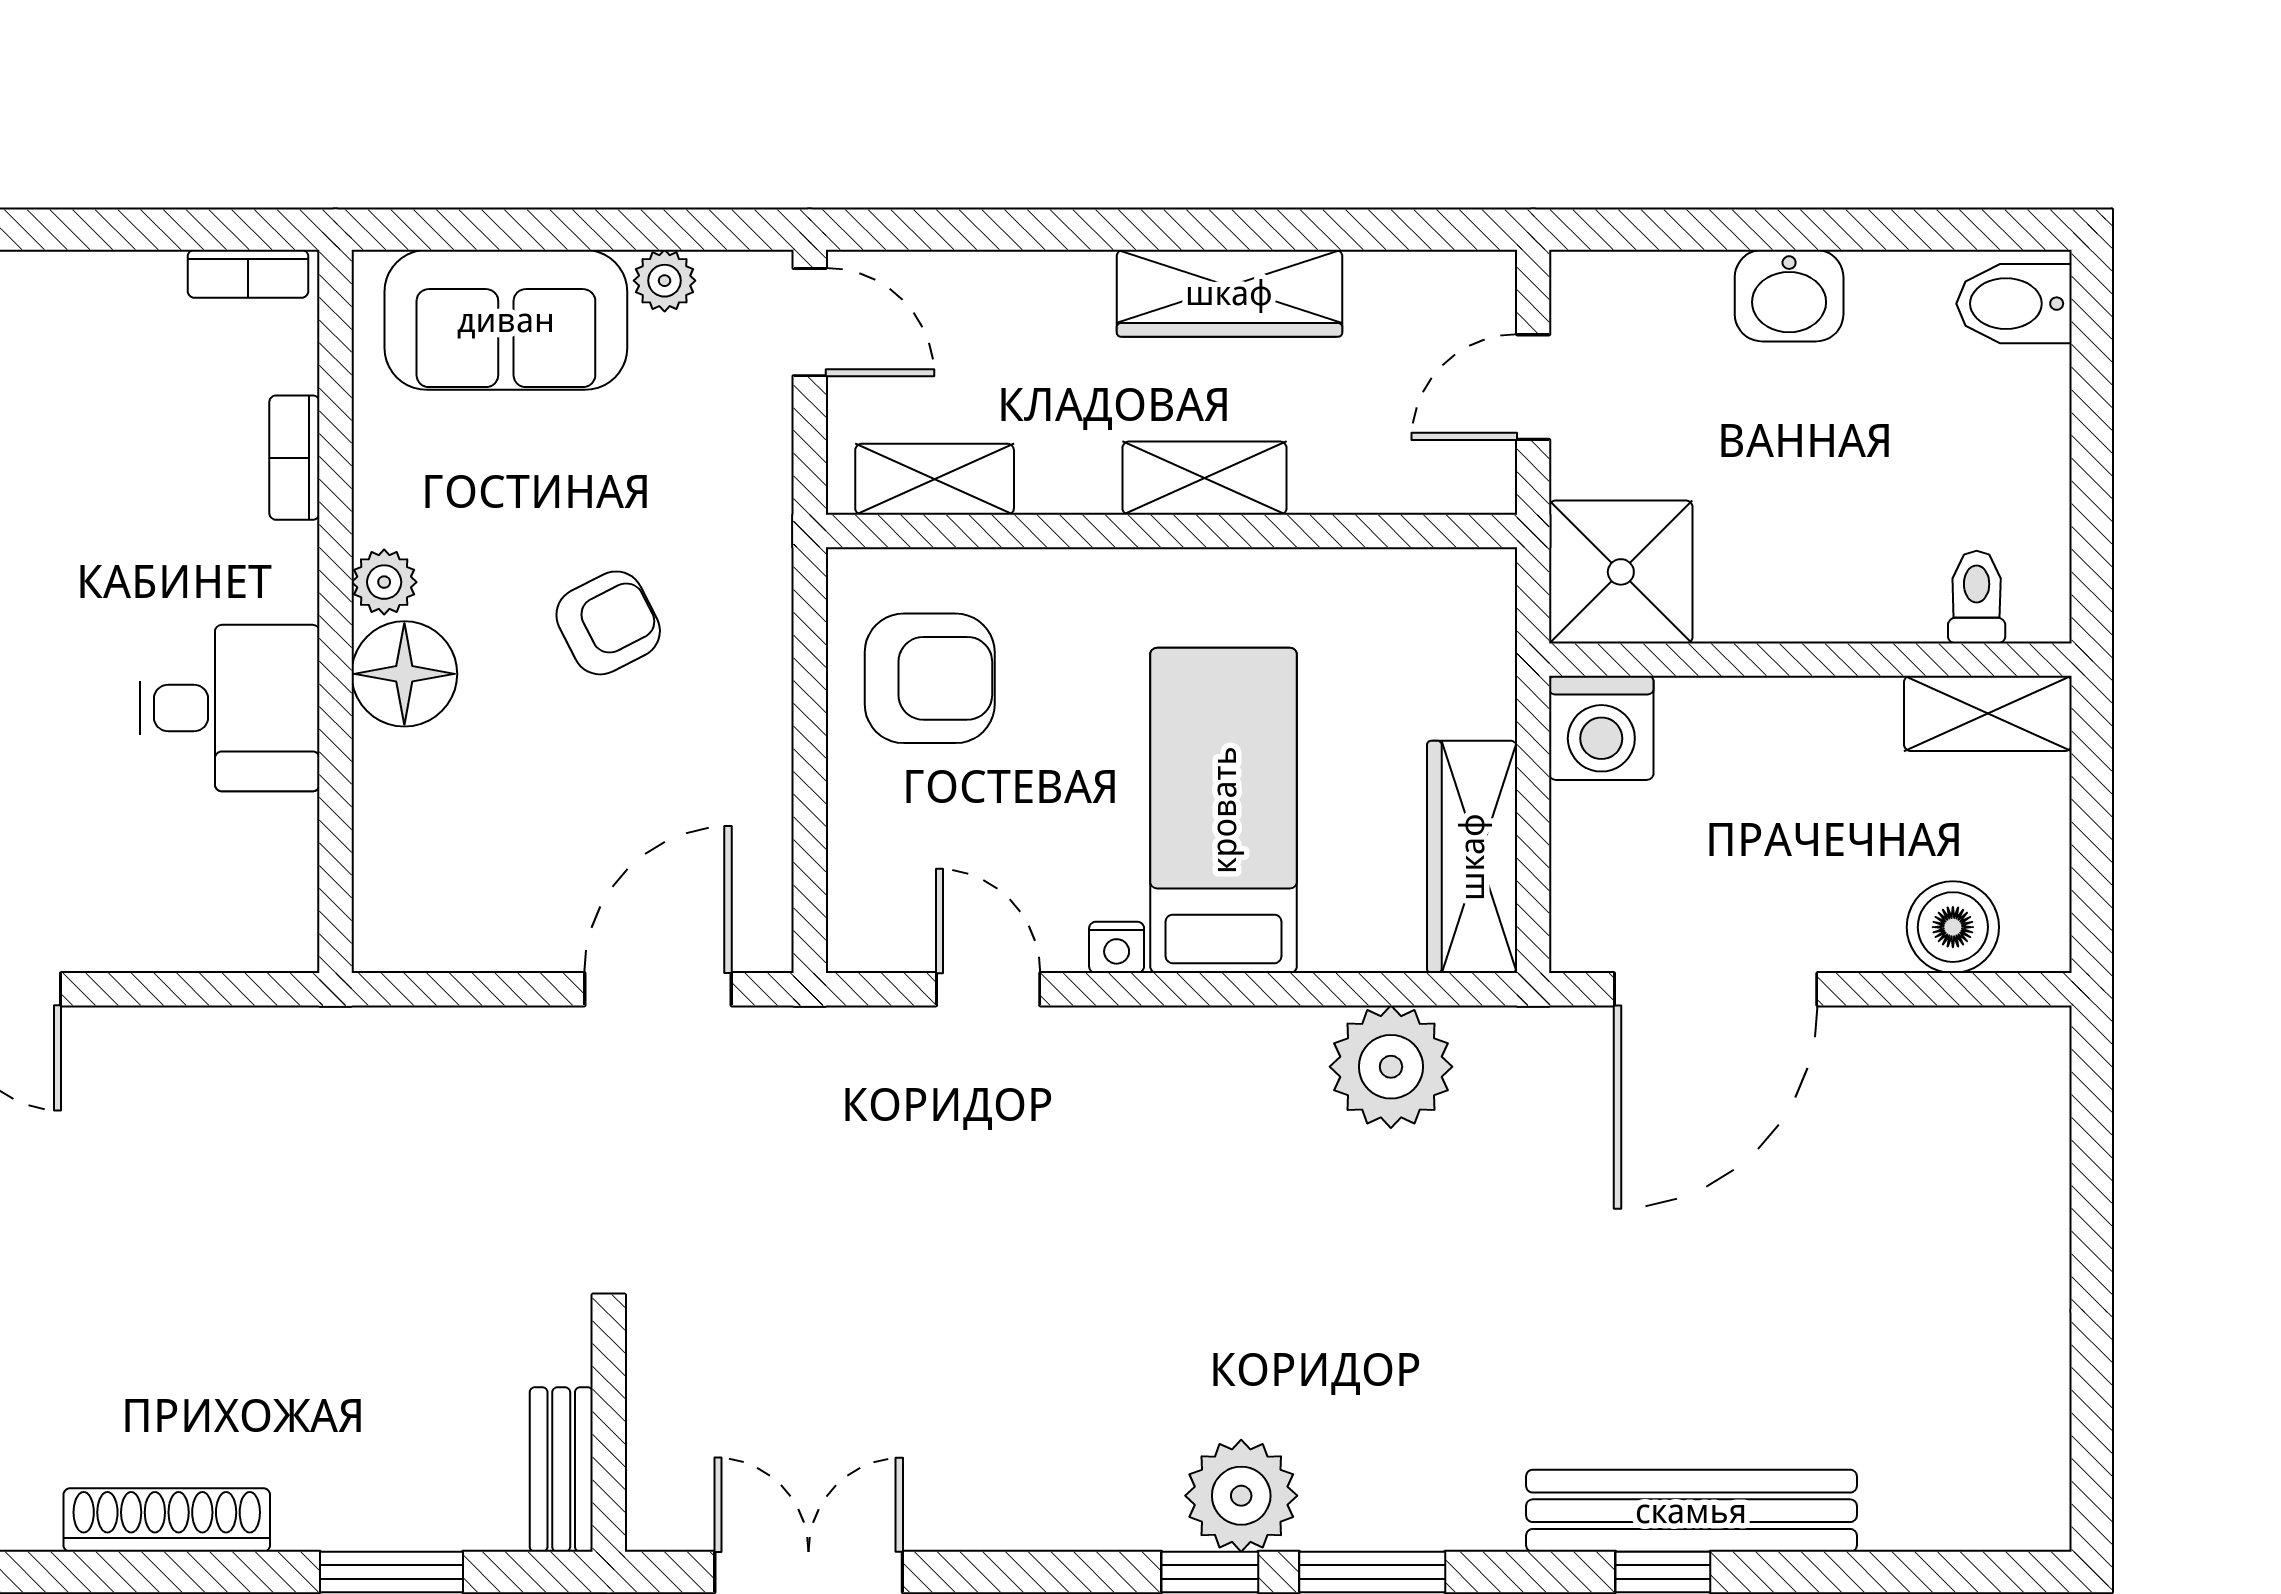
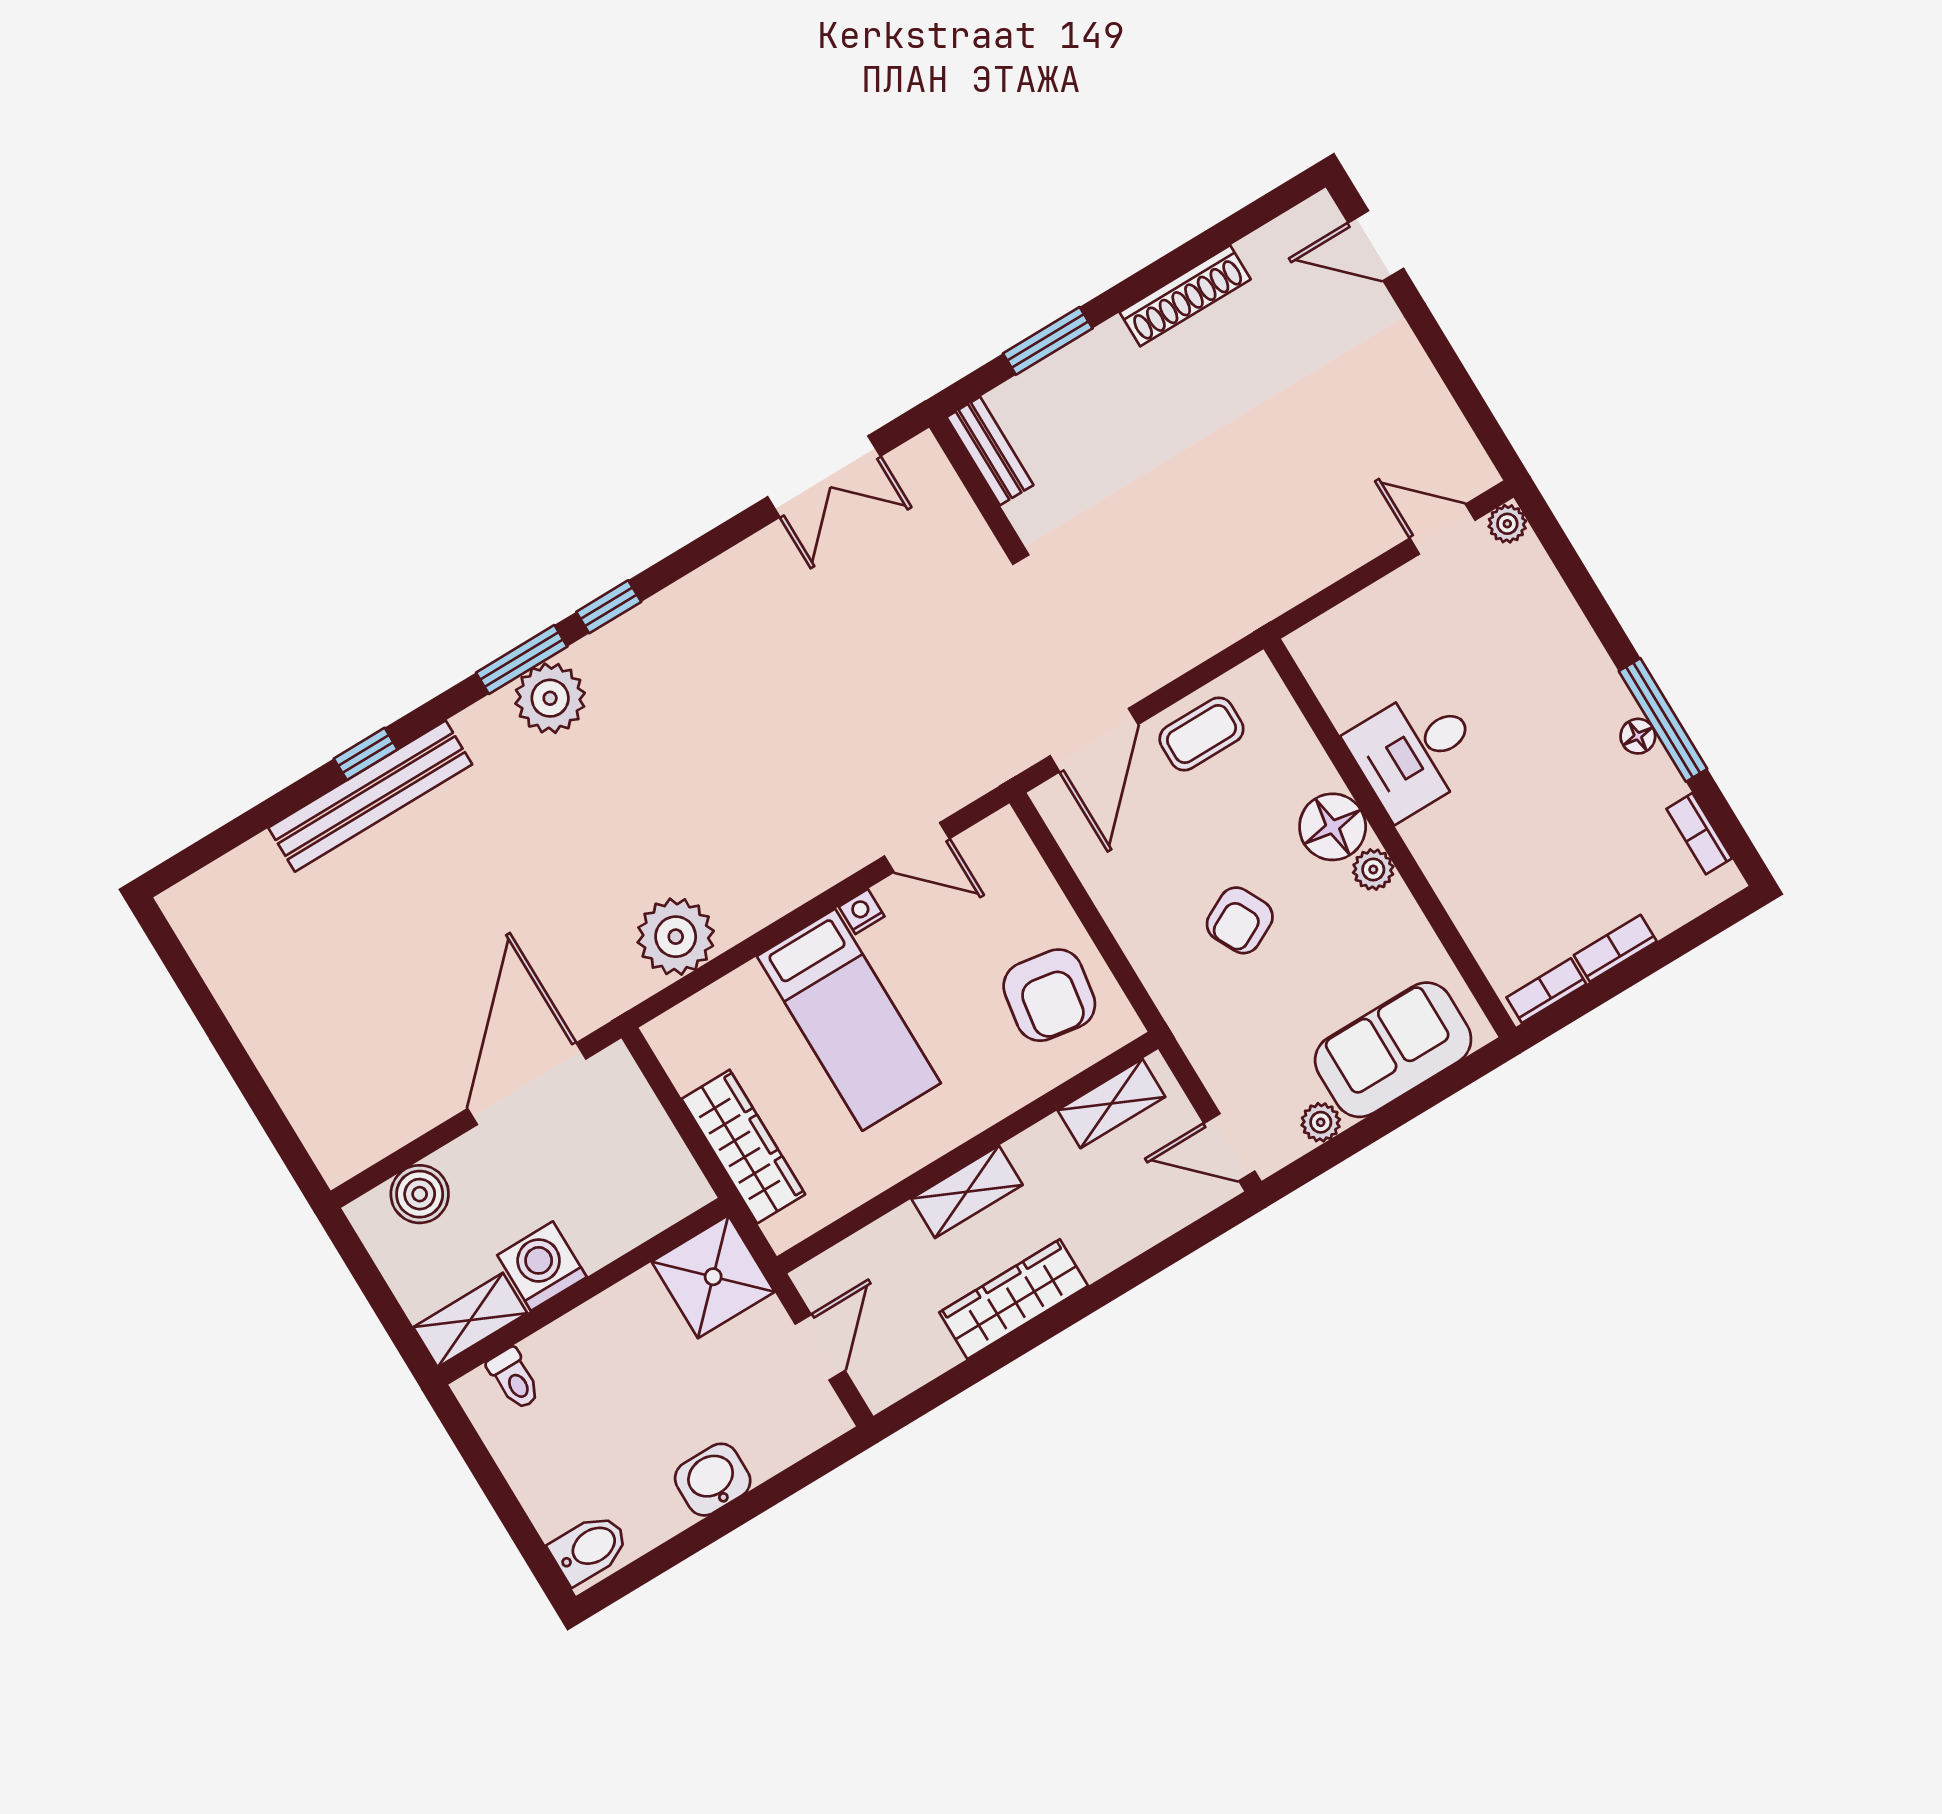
bookcase: (294, 458) -> (1615, 948), moved, turned -90
armchair: (930, 678) -> (1049, 995), turned -81
washing machine: (1601, 728) -> (542, 1266), moved
wardrobe: (1472, 857) -> (743, 1147), moved
coffee table: (506, 909) -> (1201, 734), added
plant: (1241, 1496) -> (550, 698), moved

